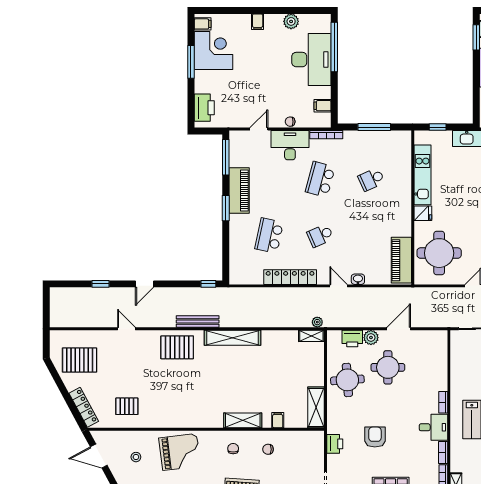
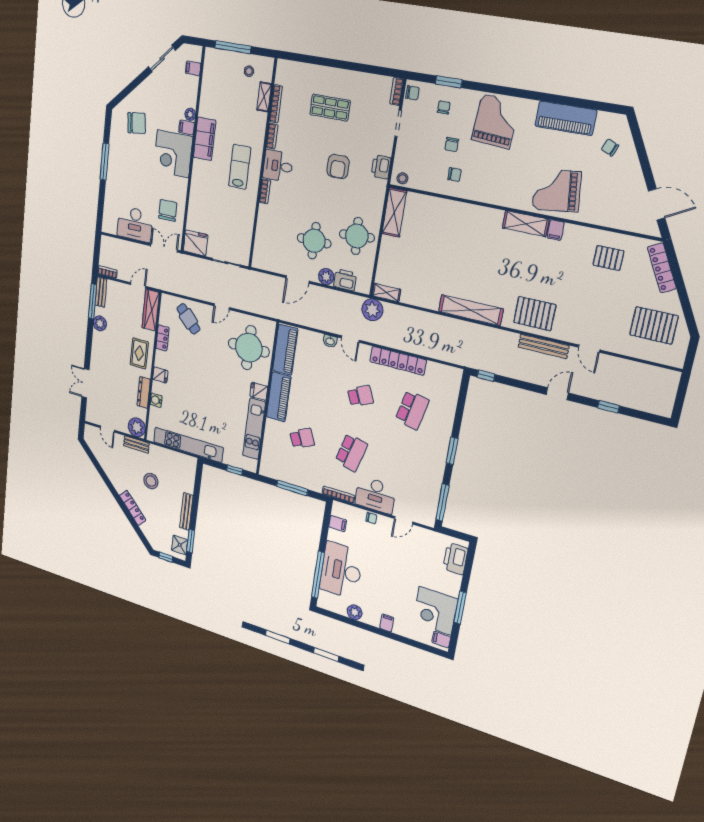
piano: (239, 190) -> (279, 397), moved, turned 180
bench: (198, 321) -> (544, 346), moved
plant: (317, 322) -> (372, 310), width x1.87, depth x1.87
shelving: (243, 420) -> (526, 224), moved
filing cabinet: (278, 420) -> (556, 230), moved
chair: (233, 449) -> (452, 144), moved
stool: (136, 457) -> (402, 178), moved

